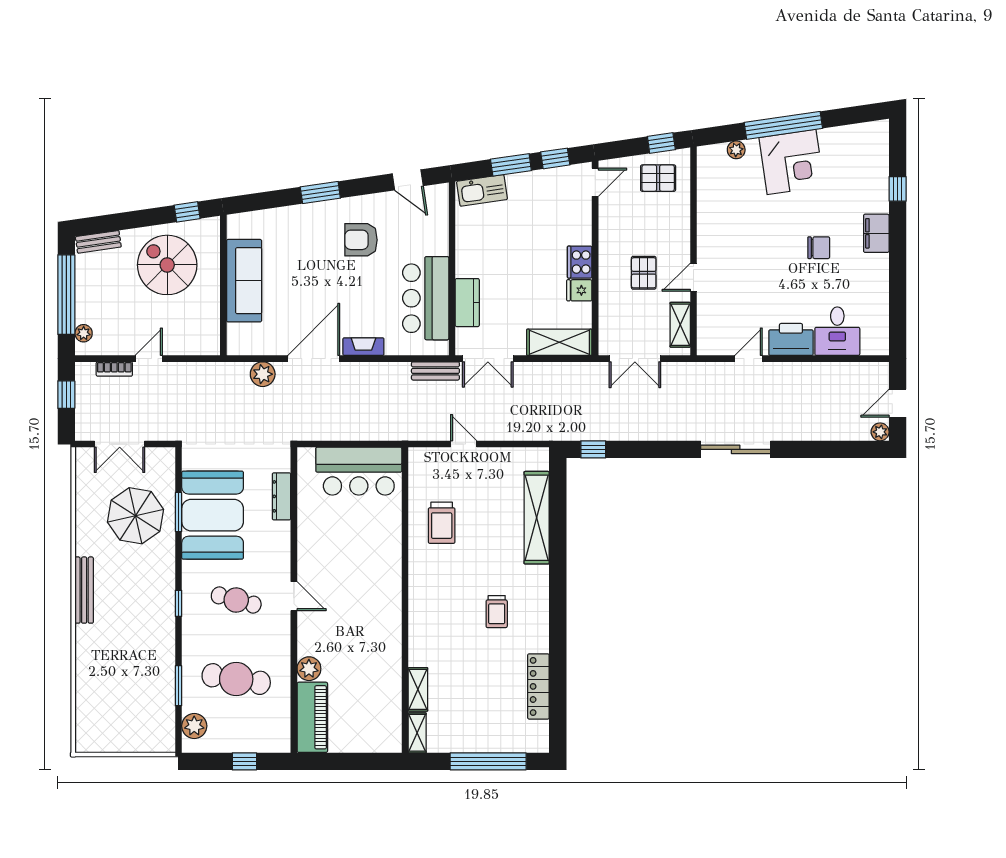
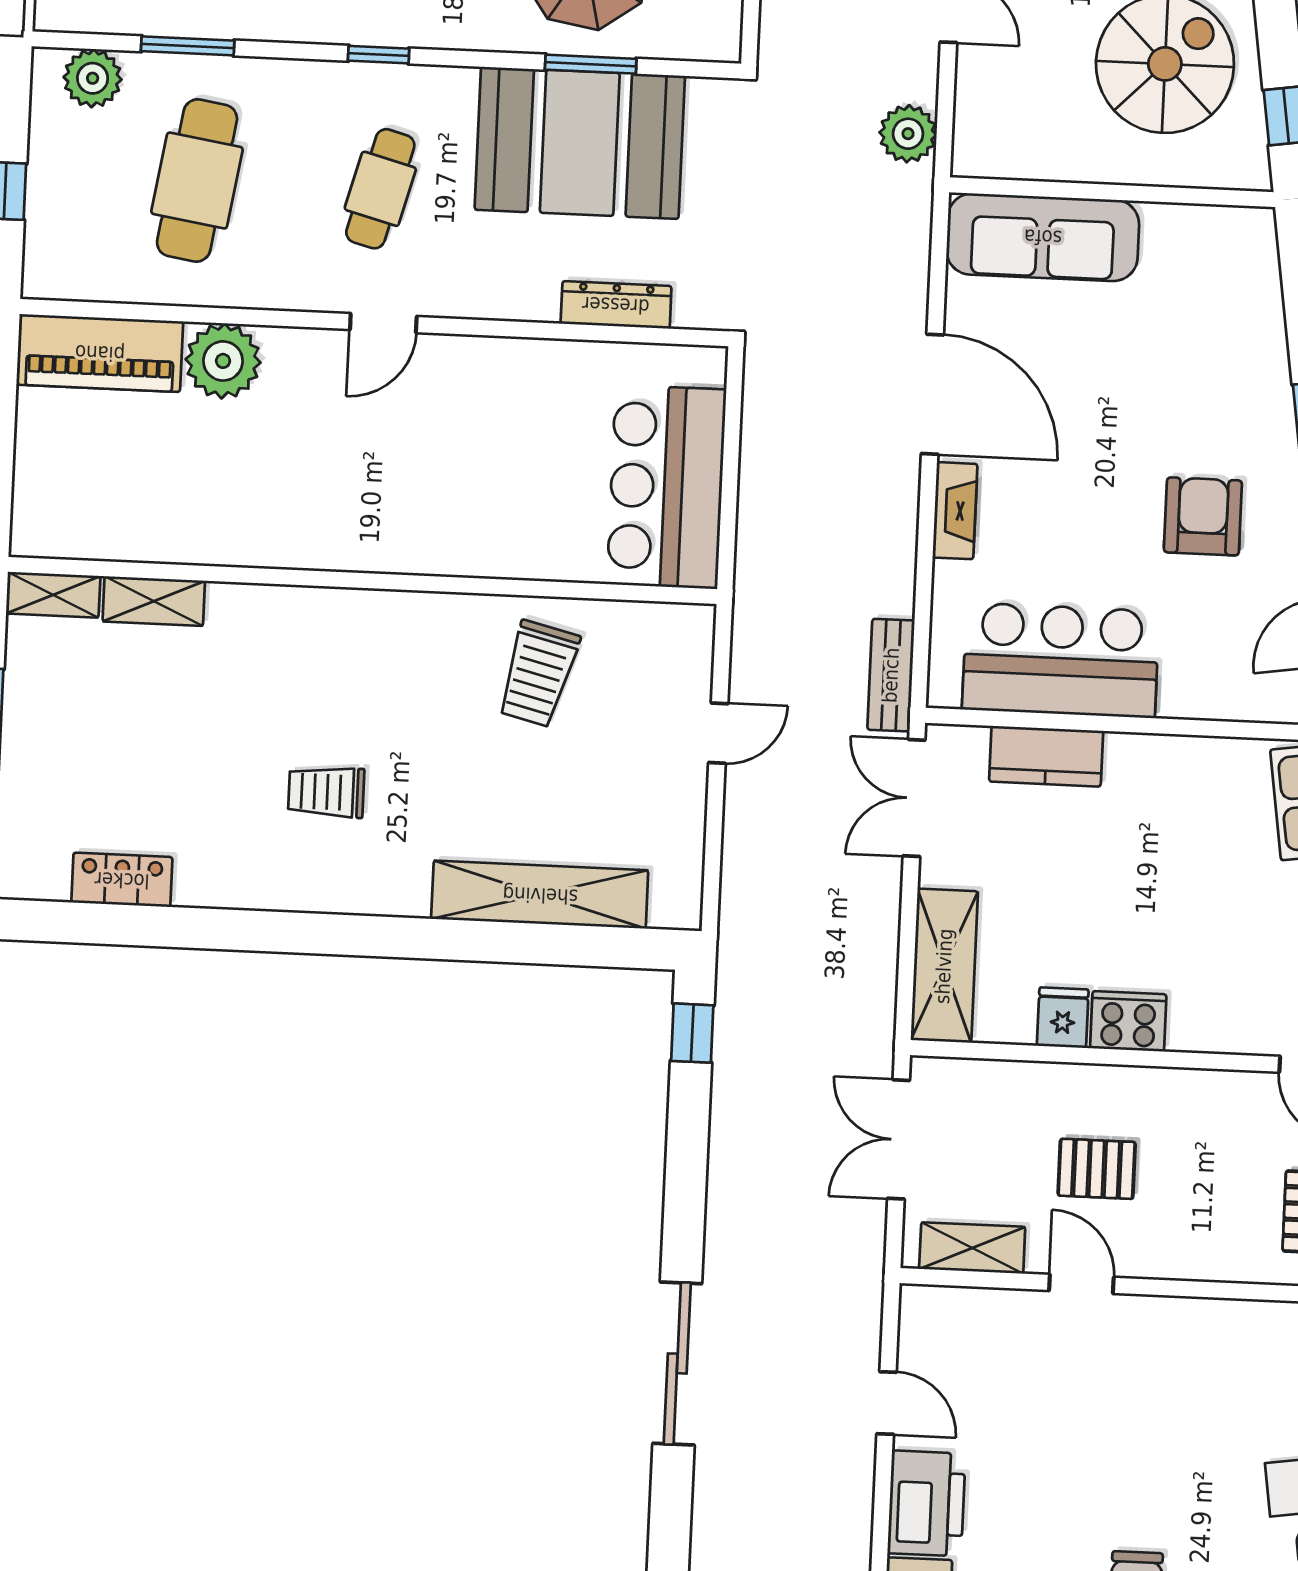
sofa: (244, 281) -> (1043, 237), moved
plant: (263, 374) -> (908, 134), moved
trolley: (442, 523) -> (538, 674), turned -76
plant: (309, 669) -> (223, 361), width x1.36, depth x1.36
locker: (538, 686) -> (122, 880), width x0.66

